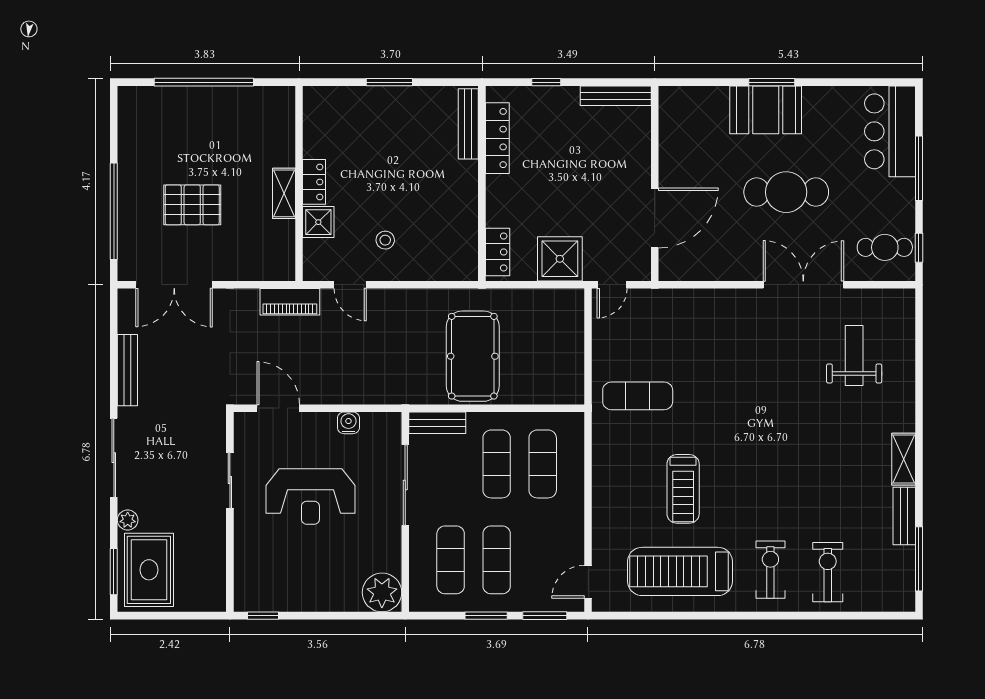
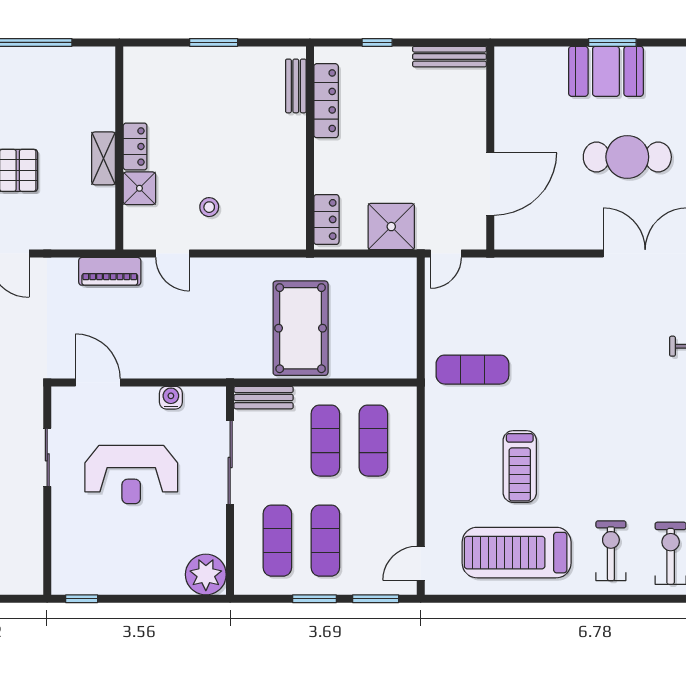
bench: (468, 124) -> (296, 86), width x0.73

